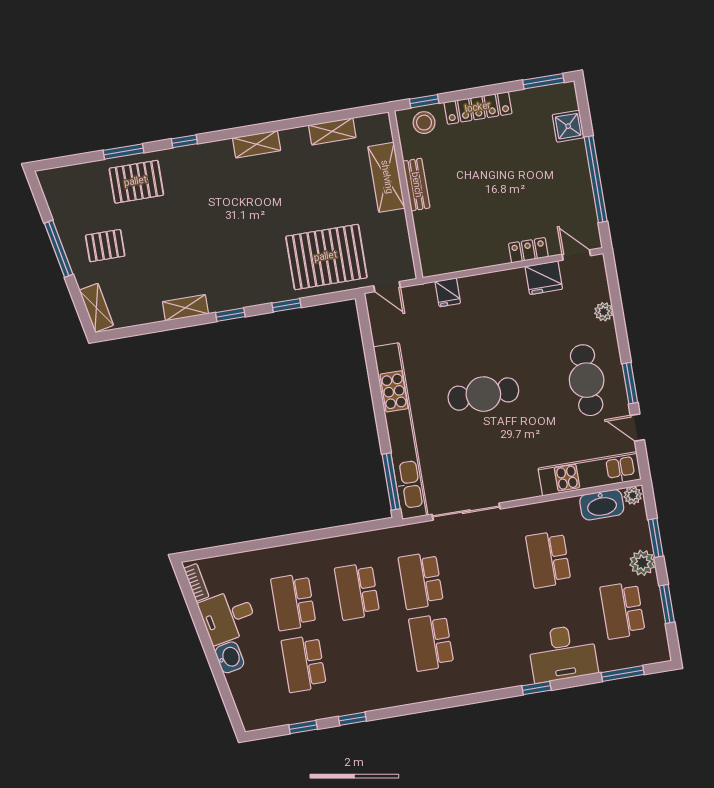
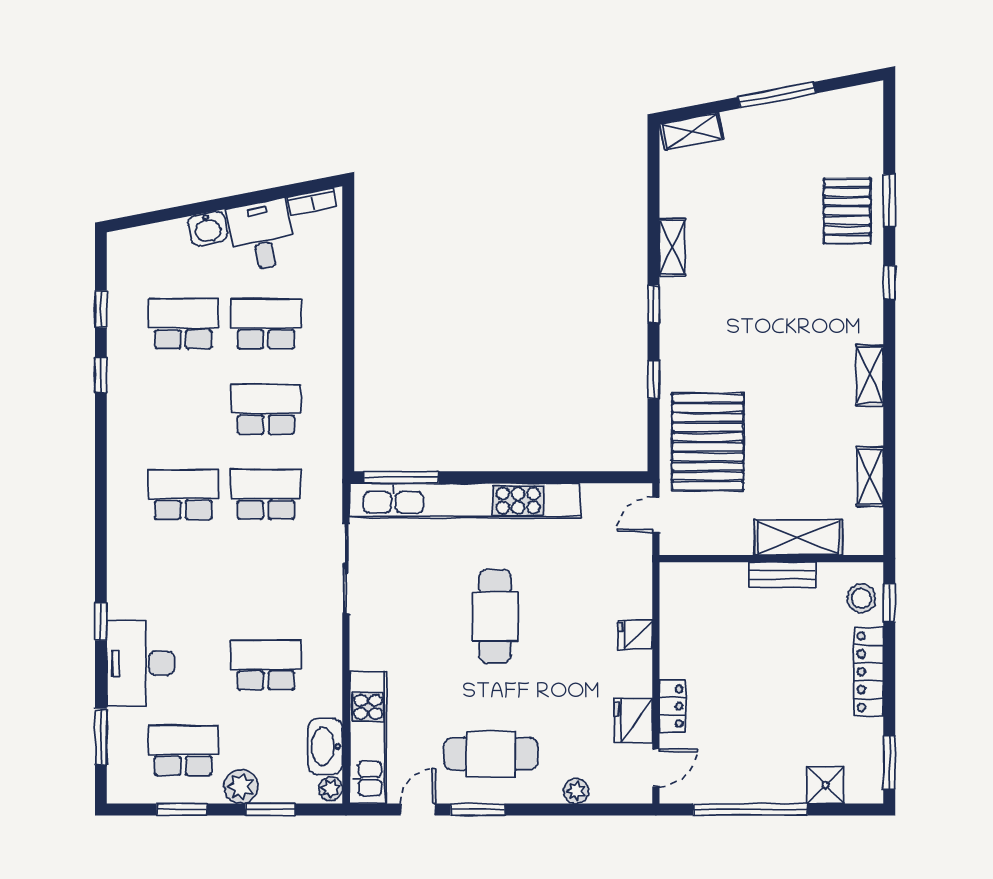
pallet: (105, 246) -> (771, 156), removed
fridge: (448, 292) -> (635, 635), moved

